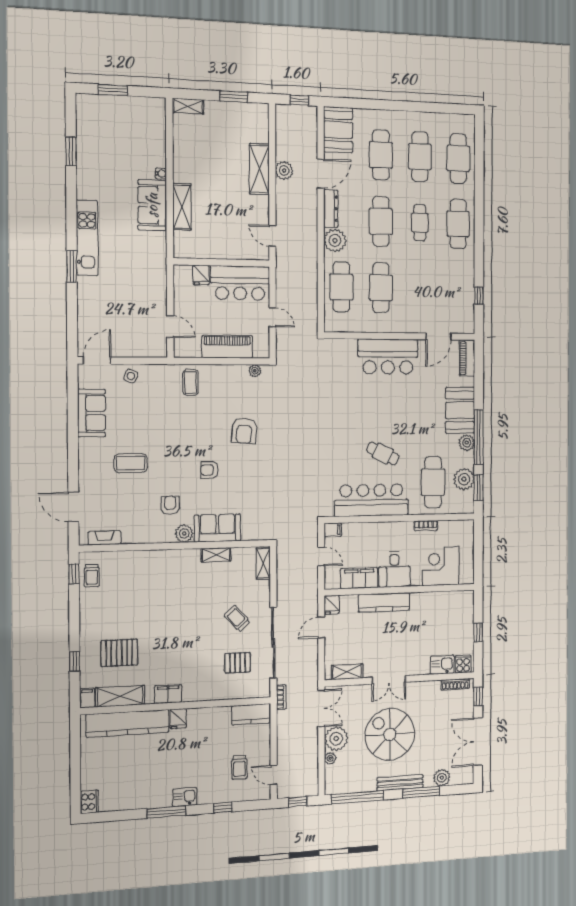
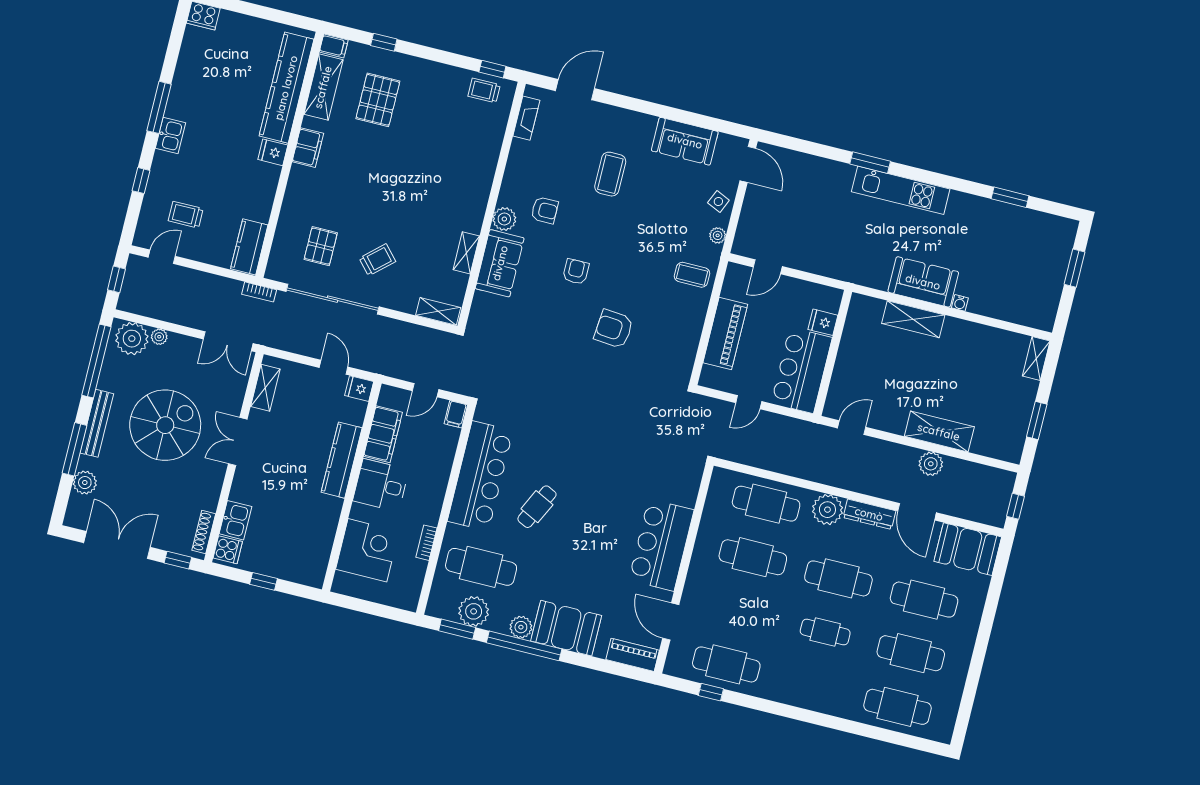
cafe table: (458, 224) -> (726, 664), moved
plant: (255, 371) -> (718, 235), moved
plant: (336, 739) -> (132, 339), moved

